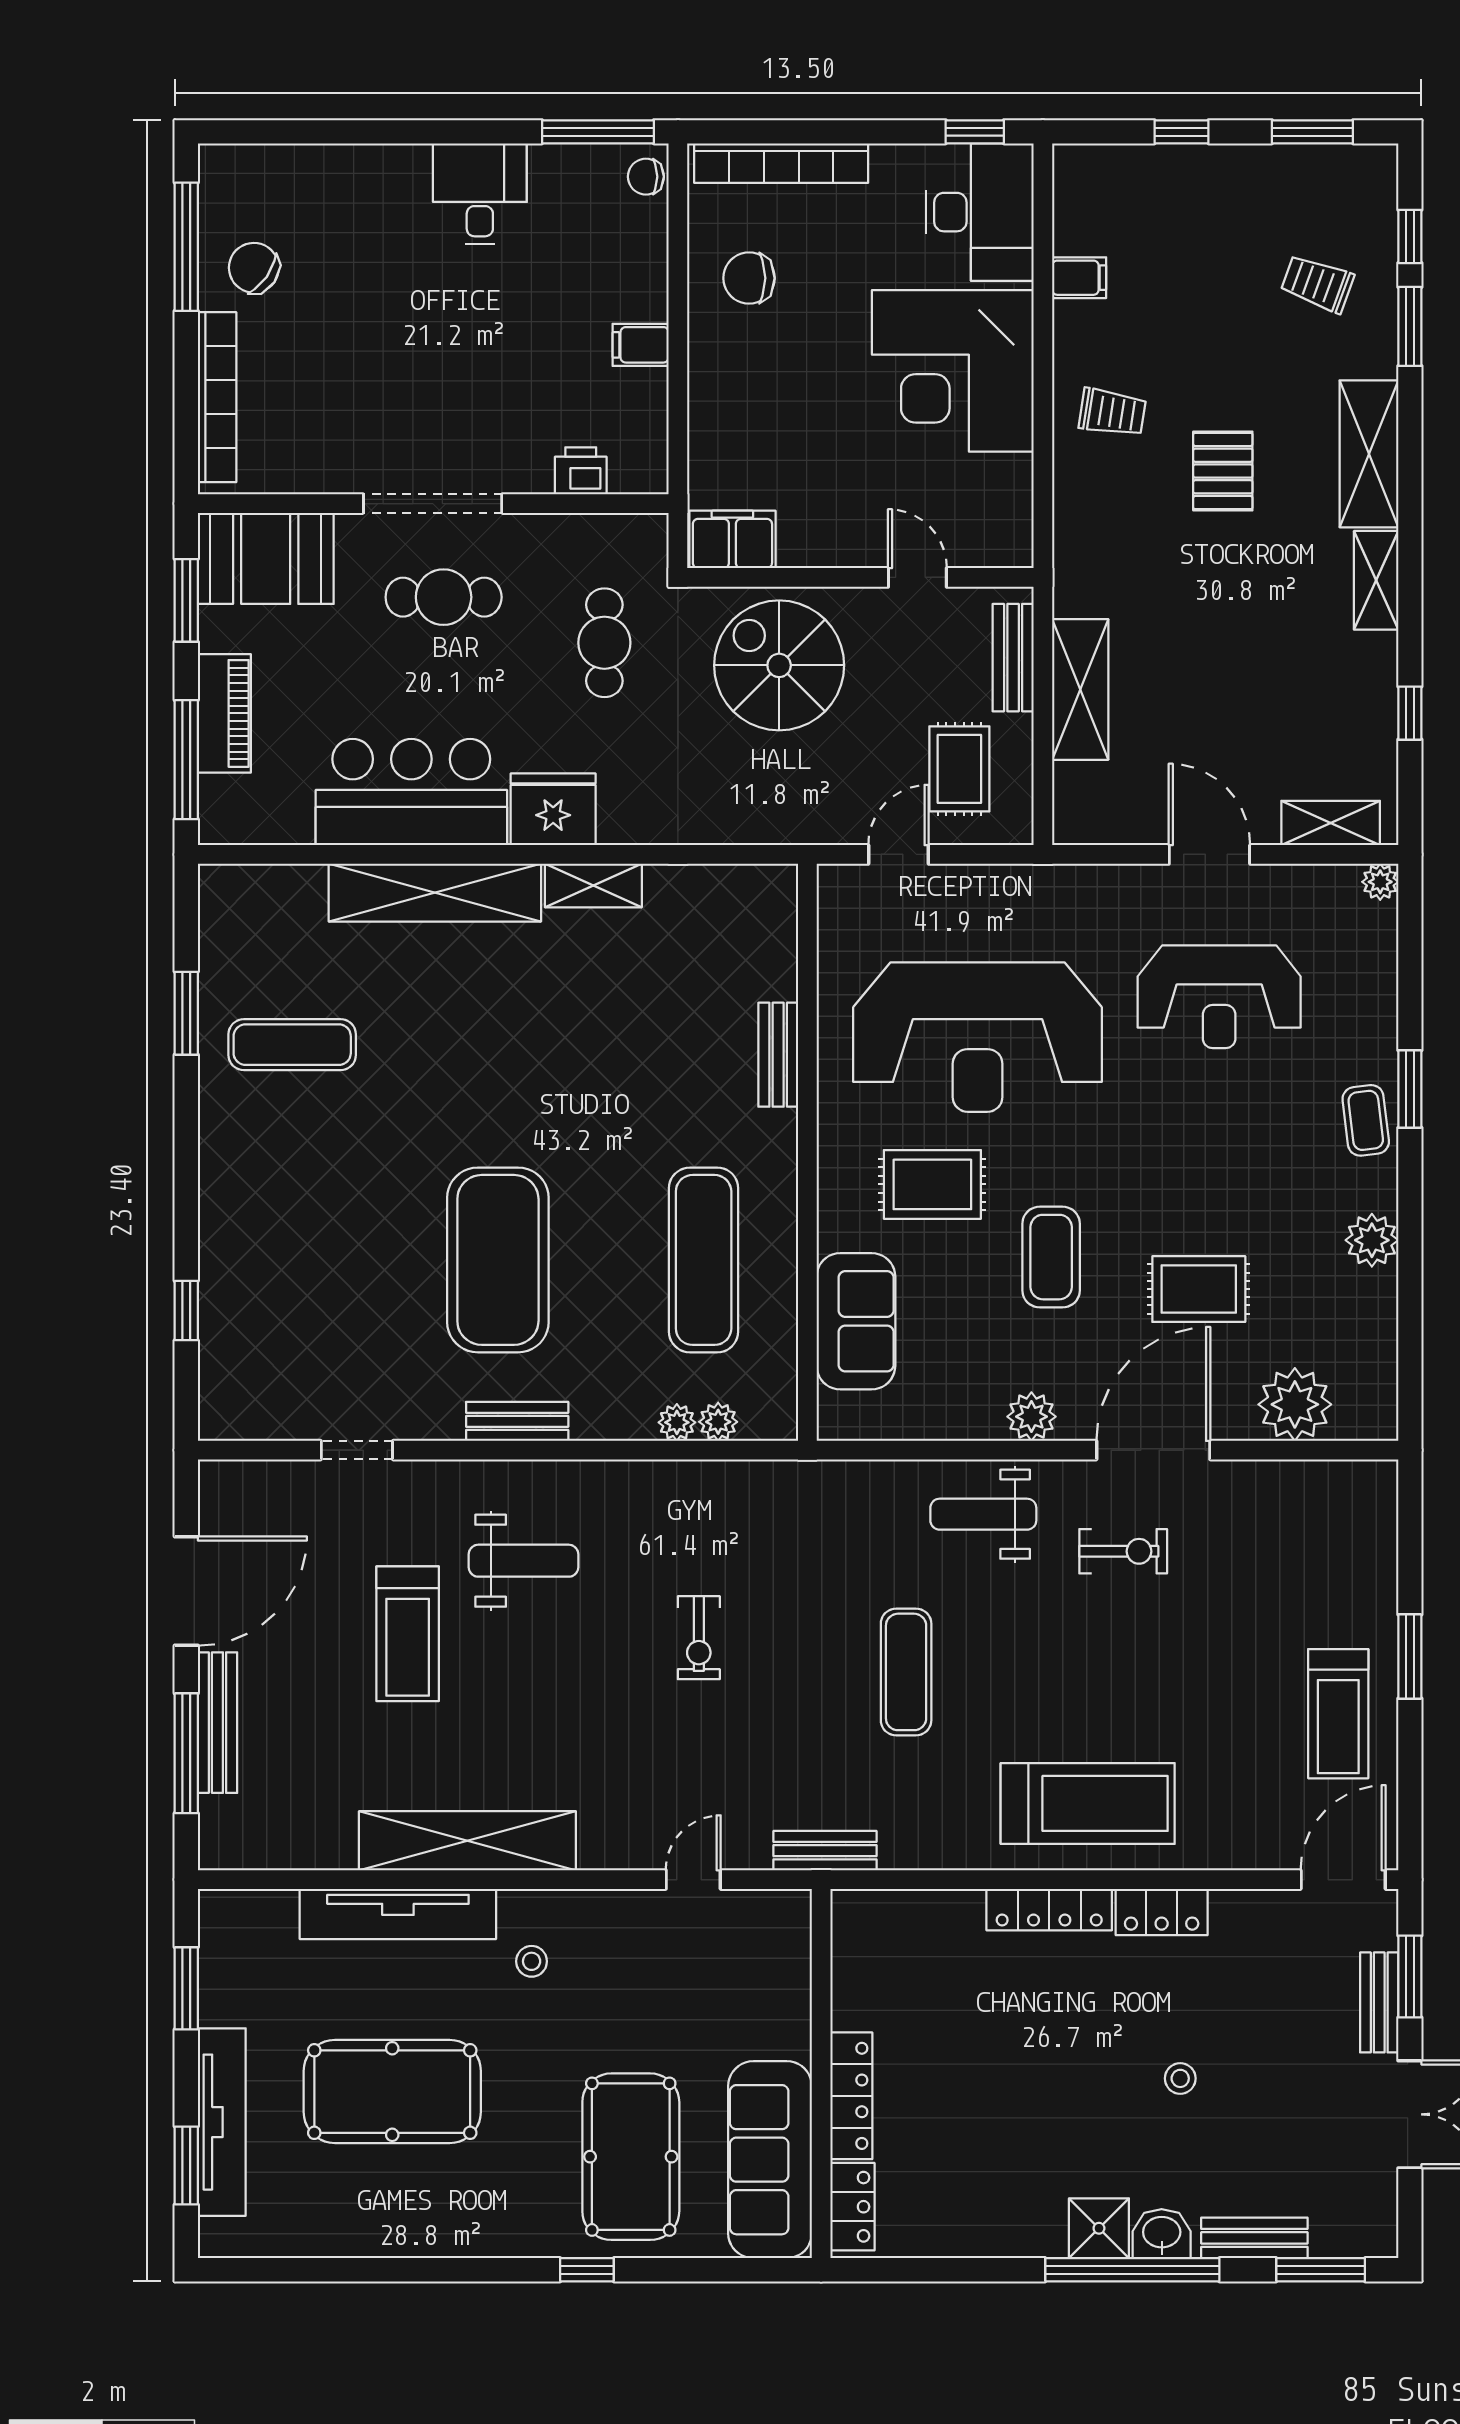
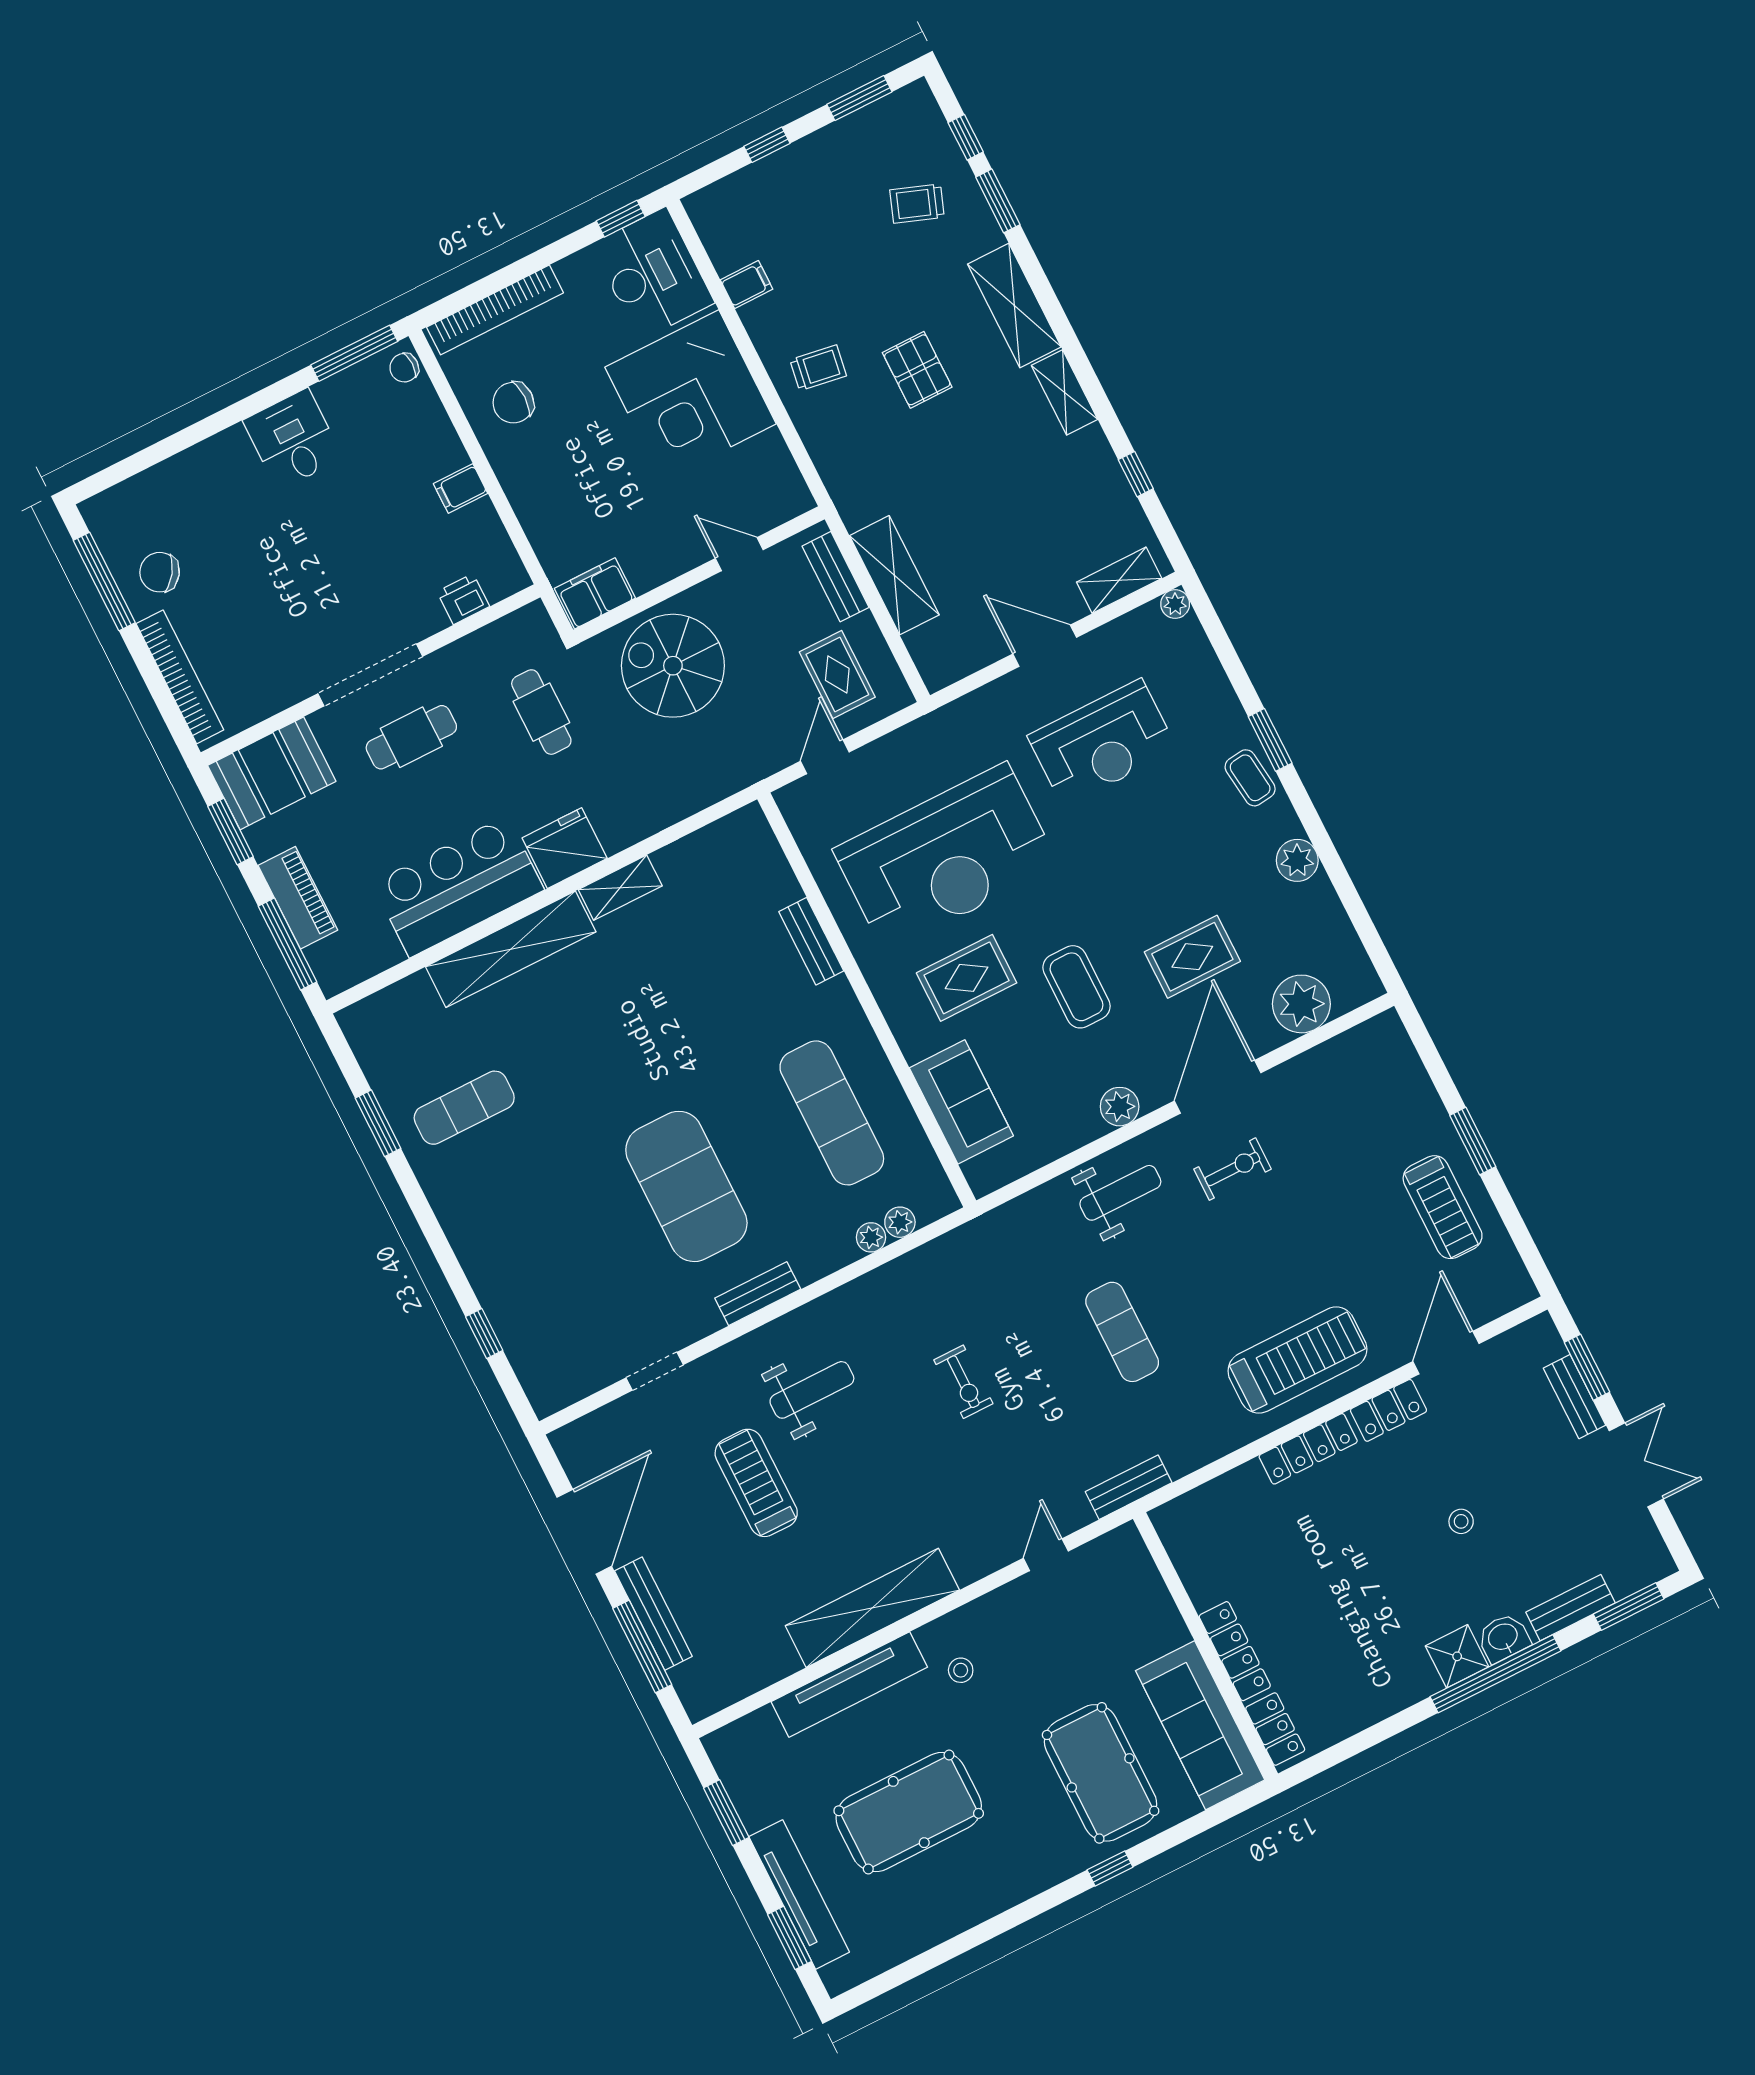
weight bench: (983, 1514) -> (1120, 1193), turned 180
treadmill: (408, 1634) -> (756, 1483), turned 180
door: (1343, 1880) -> (1446, 1353), moved

